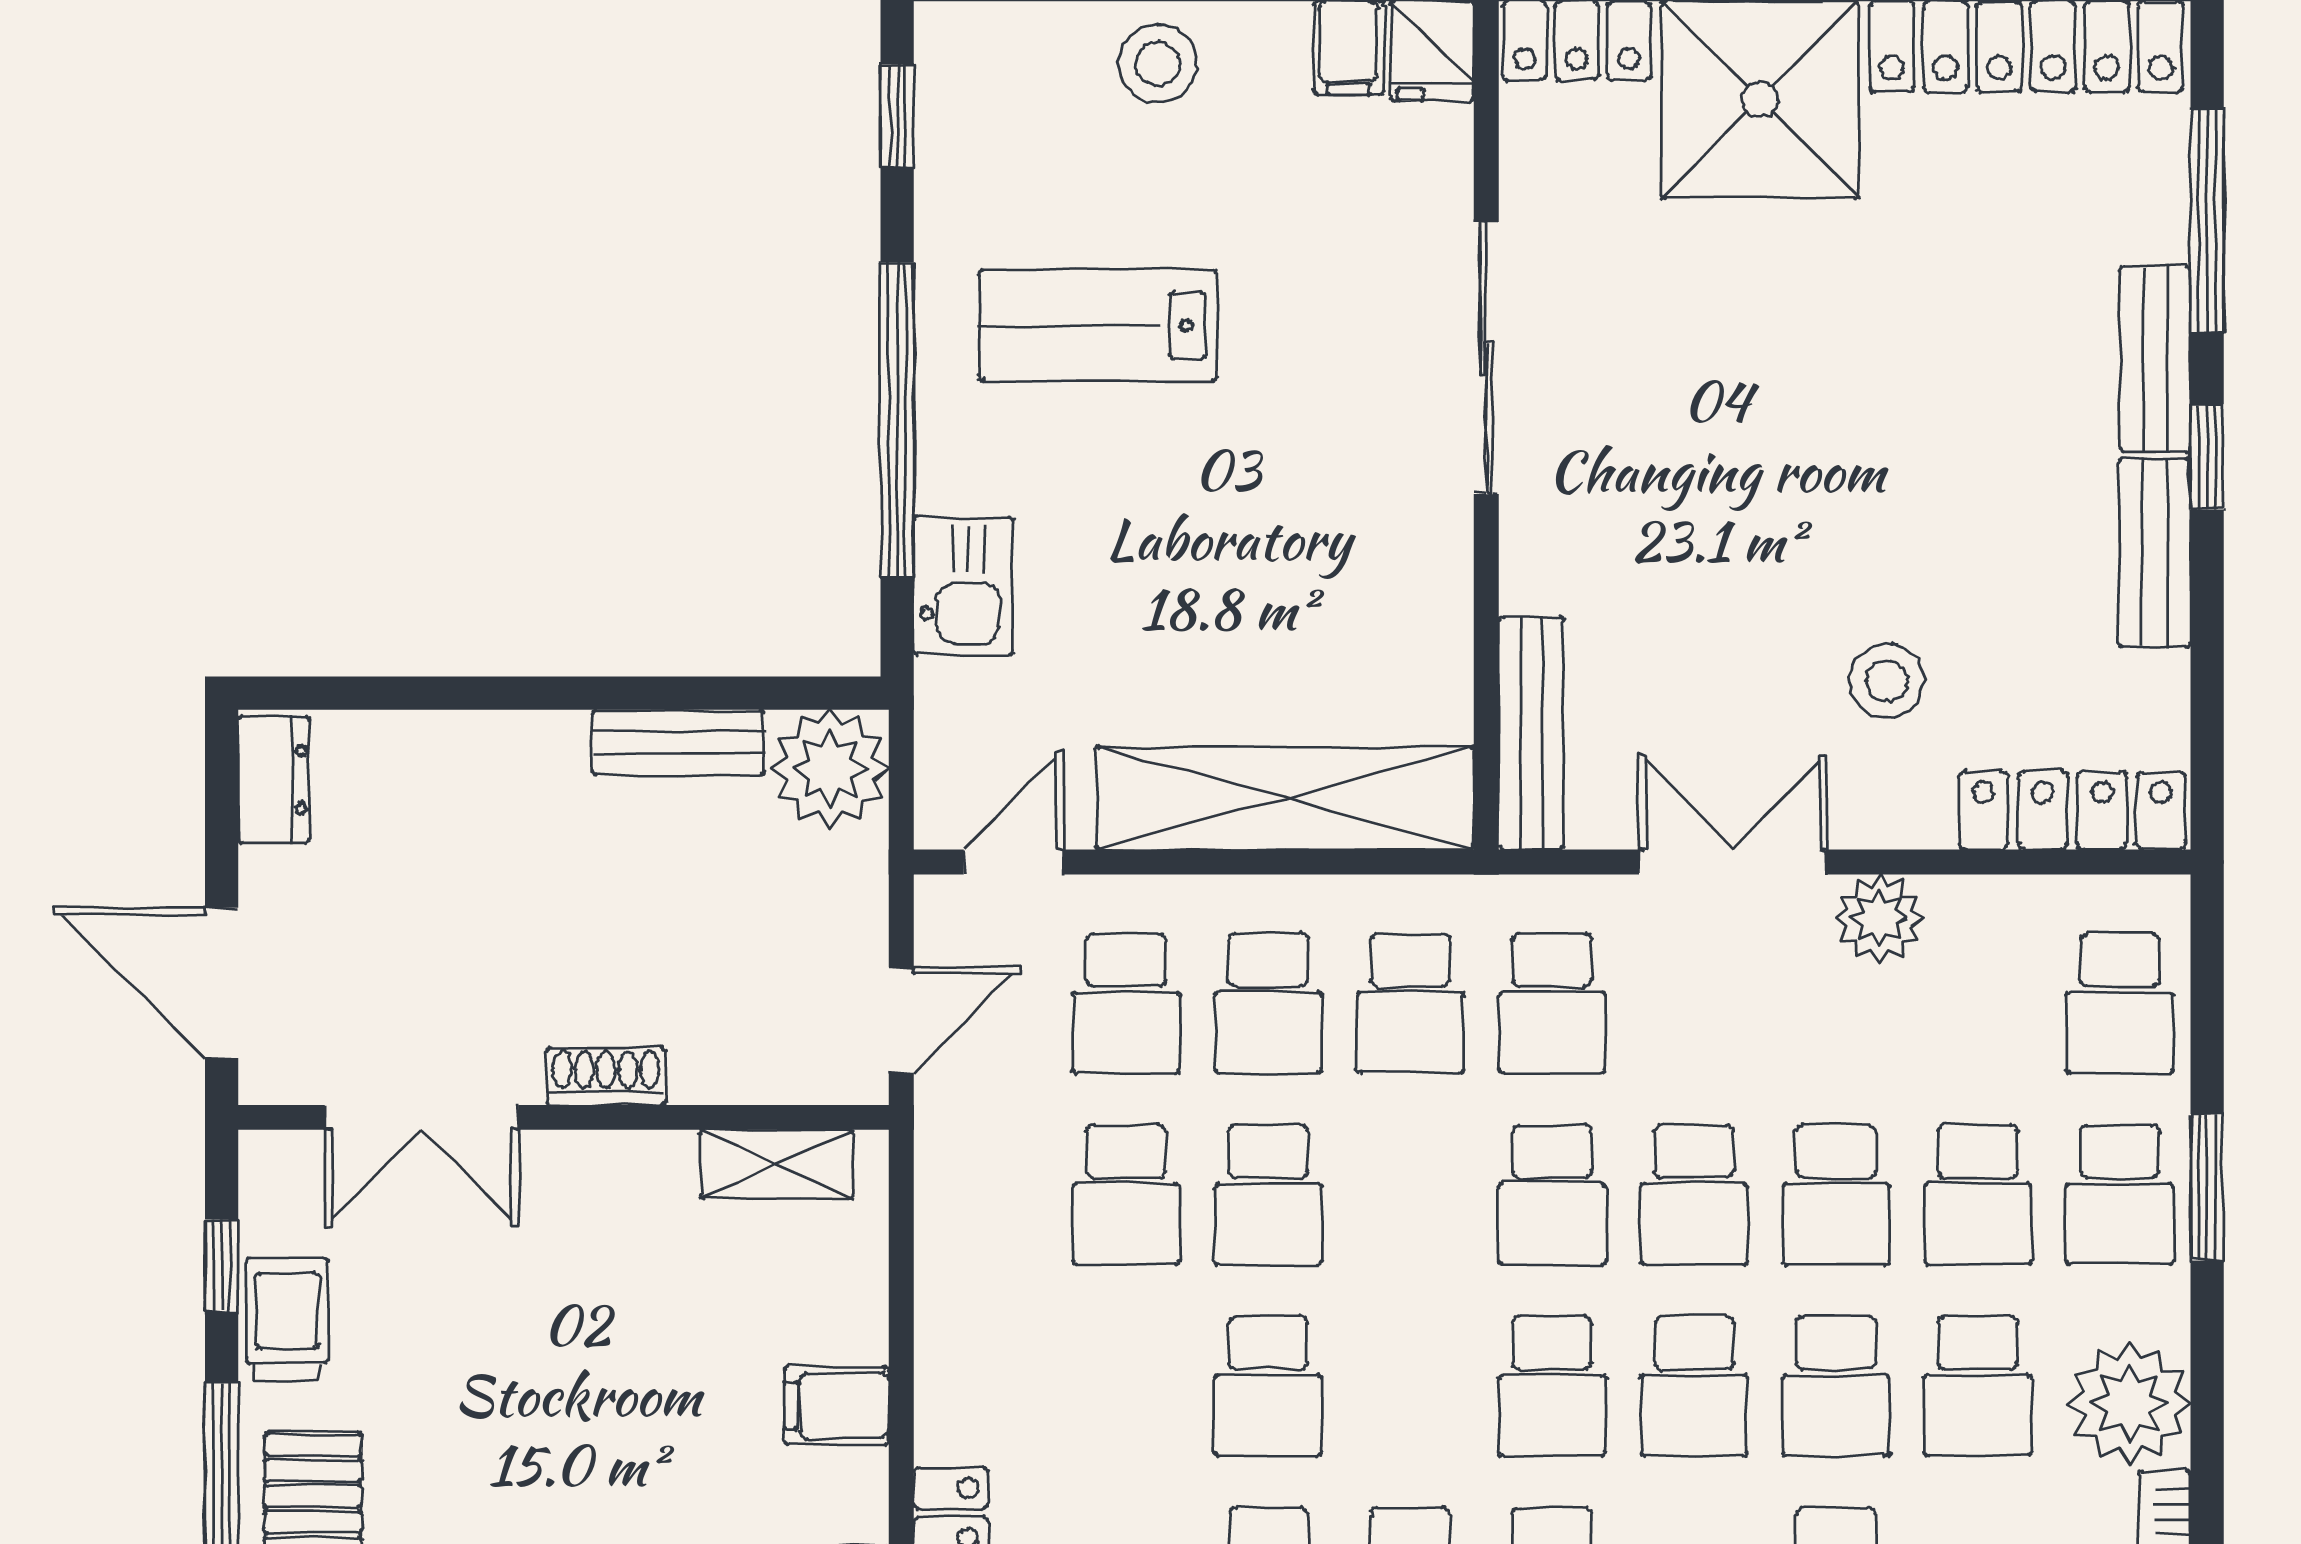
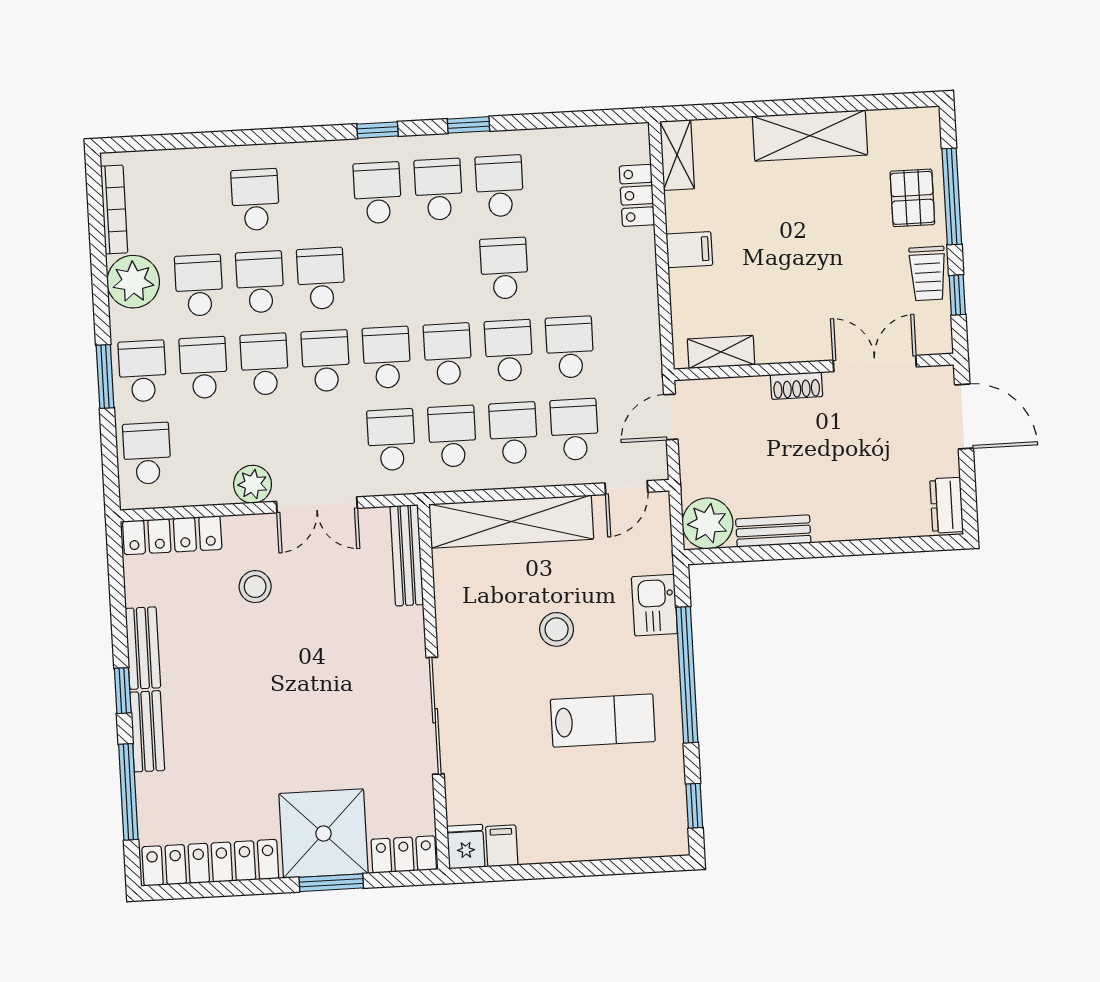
stool: (1158, 64) -> (557, 629), moved
school desk: (1552, 1386) -> (448, 354), moved

